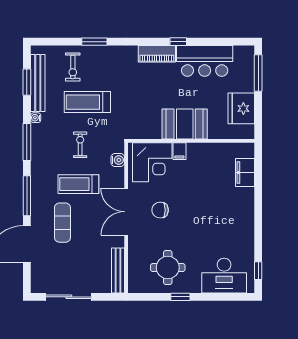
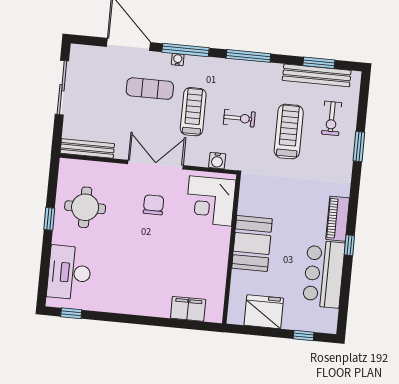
exercise bike: (73, 67) -> (332, 118), turned -90
window: (258, 73) -> (304, 336), width x0.46
water cooler: (36, 118) -> (178, 60), moved
filing cabinet: (179, 151) -> (221, 234), removed

